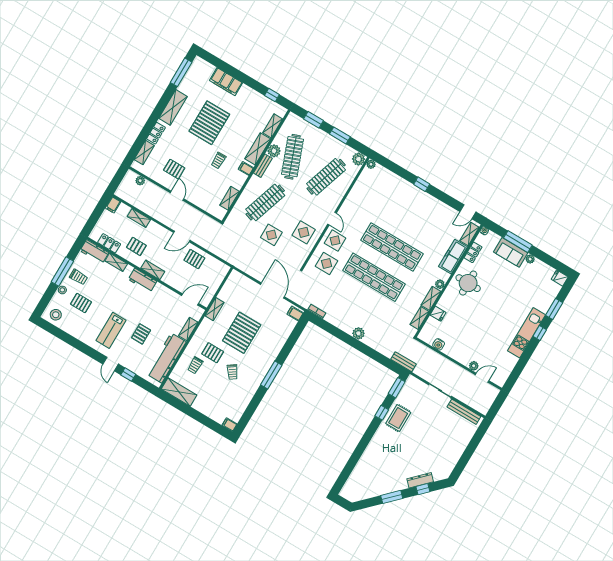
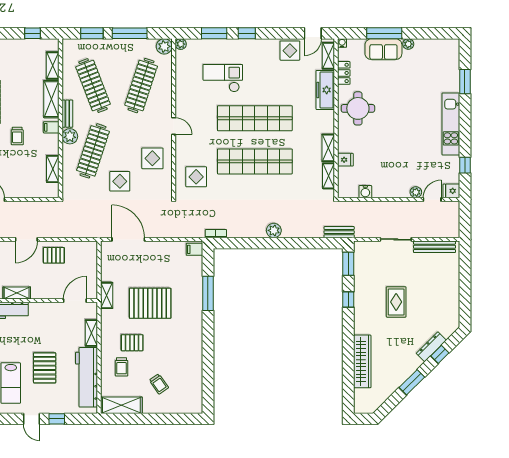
window: (340, 135) -> (130, 33), width x1.44
plant: (274, 151) -> (70, 136), moved
window: (399, 171) -> (214, 33), added
checkout: (386, 206) -> (223, 78), added
display table: (335, 241) -> (290, 51), moved
fridge: (560, 278) -> (451, 191), moved
plant: (440, 284) -> (329, 127), removed
door: (272, 291) -> (128, 239), moved
pallet: (242, 333) -> (150, 303), turned 90
window: (540, 333) -> (465, 165), moved
pallet: (141, 334) -> (45, 368), width x1.50, depth x1.42
trolley: (232, 372) -> (159, 384), moved
window: (271, 375) -> (208, 293), moved
rug: (398, 418) -> (396, 302), moved
filing cabinet: (230, 425) -> (195, 408), removed
wardrobe: (366, 462) -> (362, 361), added

